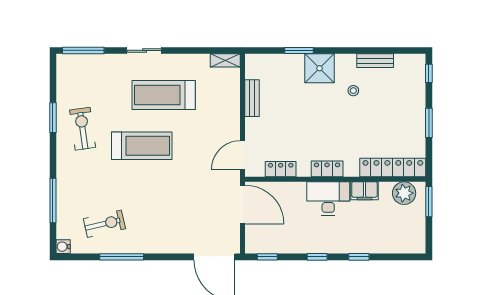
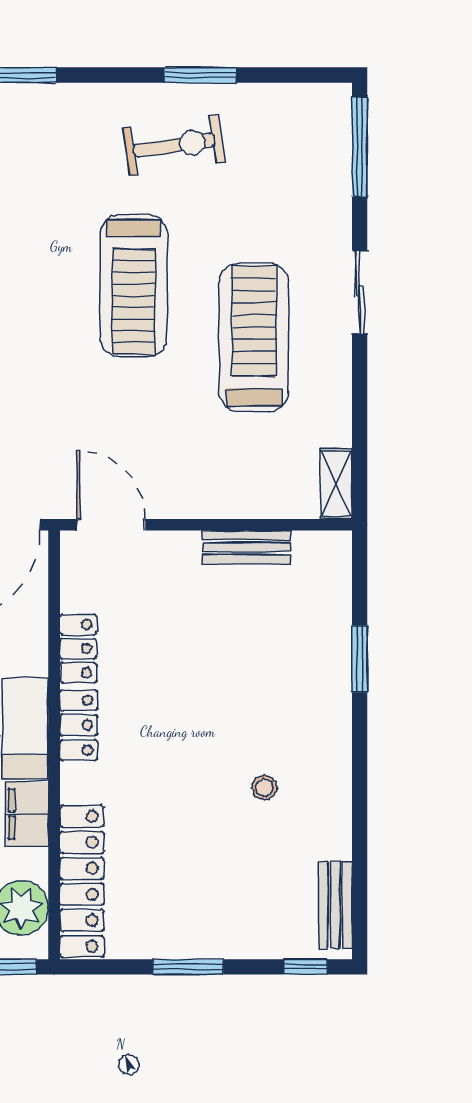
bench: (375, 61) -> (335, 905), moved
shower: (320, 68) -> (317, 707), removed
locker: (281, 169) -> (78, 648), moved

